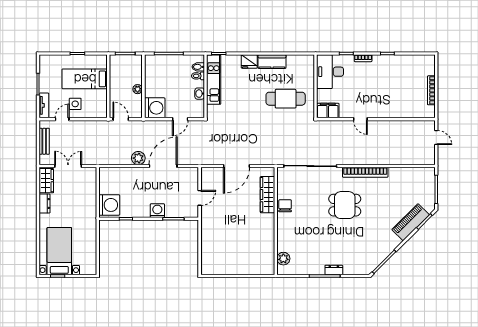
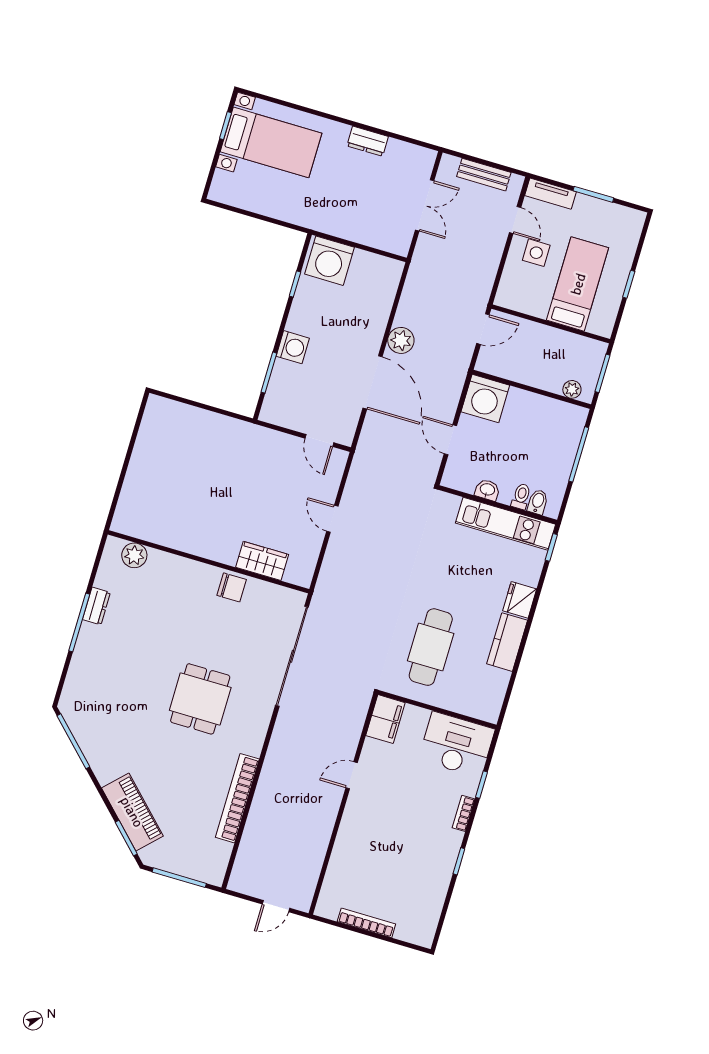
plant: (138, 89) -> (572, 389), moved
door: (236, 166) -> (332, 519), width x0.53
bookcase: (365, 172) -> (237, 798), moved
wardrobe: (46, 181) -> (409, 157), removed
wardrobe: (268, 195) -> (262, 561), width x0.67
door: (200, 198) -> (319, 440), moved
dresser: (334, 270) -> (96, 606), moved

